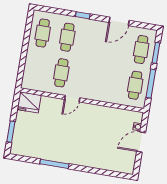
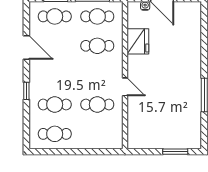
cafe table: (111, 81) -> (97, 46), added
fridge: (29, 102) -> (138, 41), moved

